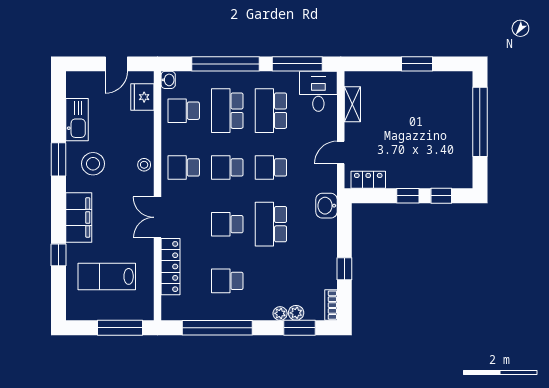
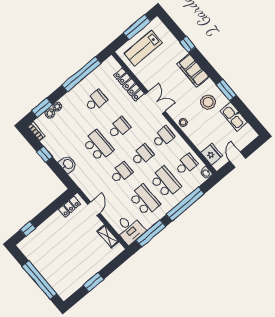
window: (408, 196) -> (44, 215), removed
washbasin: (326, 206) -> (68, 164), moved
lab bench: (107, 276) -> (143, 48), moved, turned 180
window: (120, 328) -> (137, 27), moved

